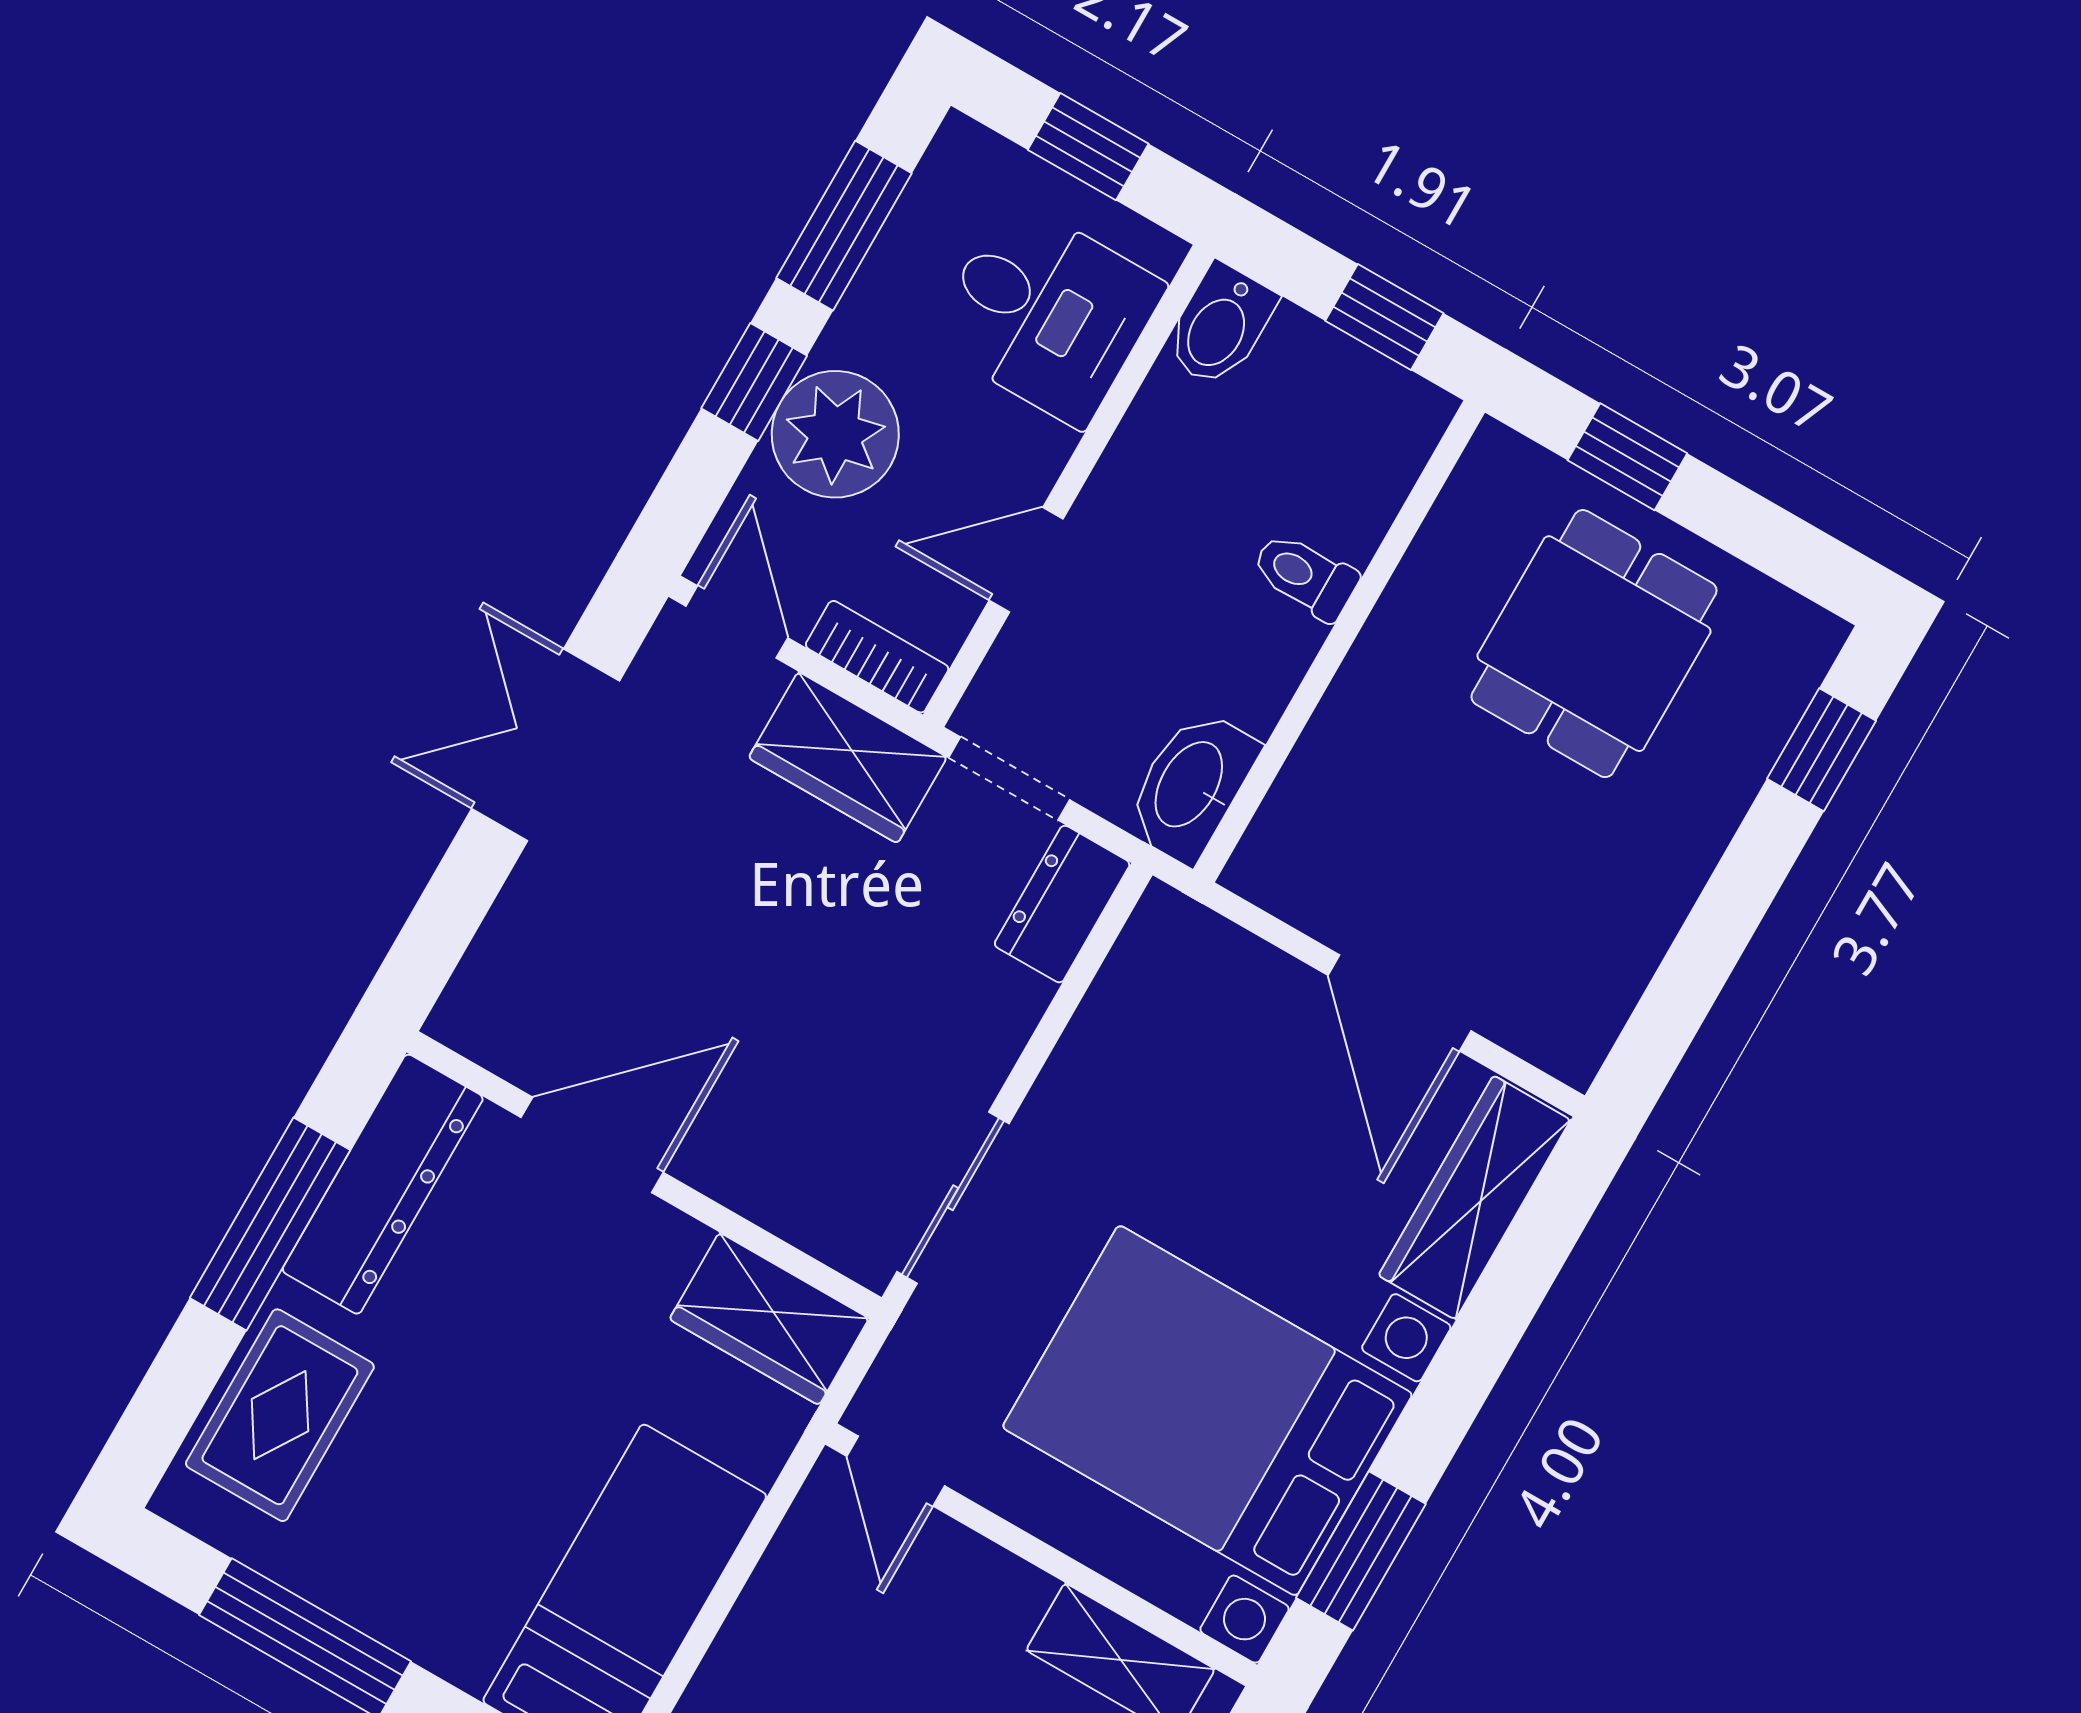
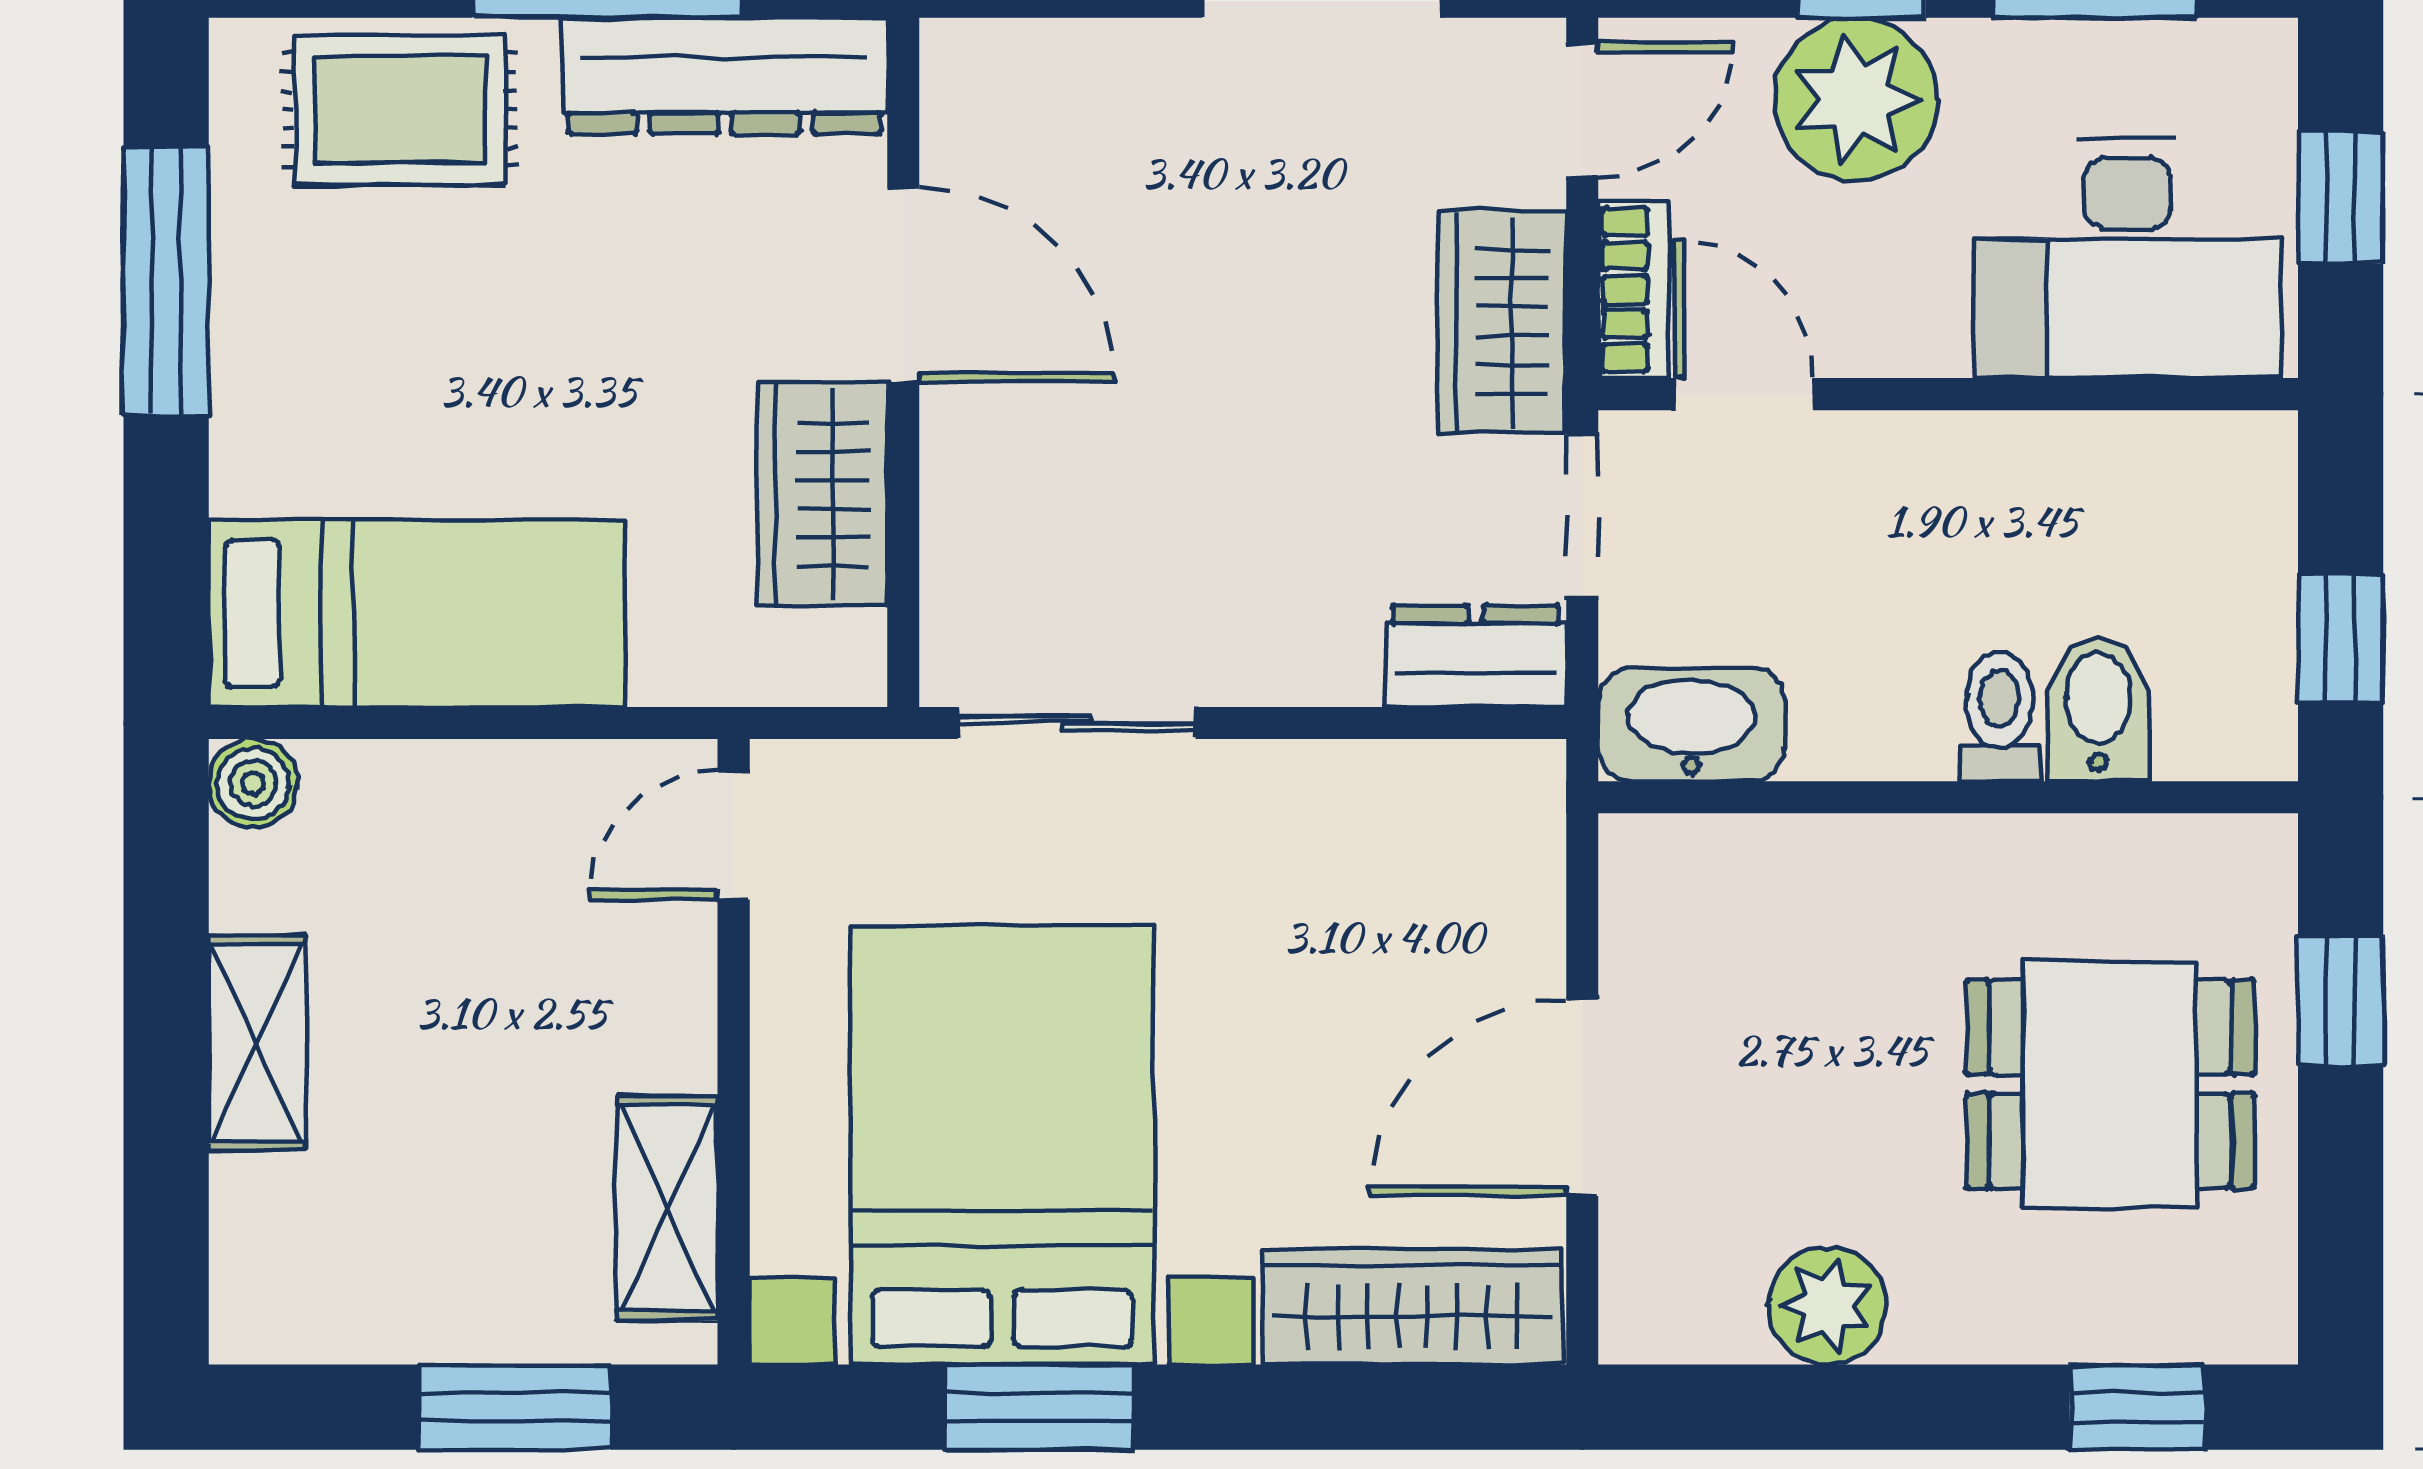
desk: (1047, 313) -> (2128, 258), width x1.37
bidet: (1220, 326) -> (2098, 708), moved, turned 90
door: (1026, 560) -> (1744, 394), moved
plant: (1634, 918) -> (1828, 1306), added
wardrobe: (769, 1319) -> (822, 495), moved
window: (1361, 1551) -> (1039, 1407), moved

